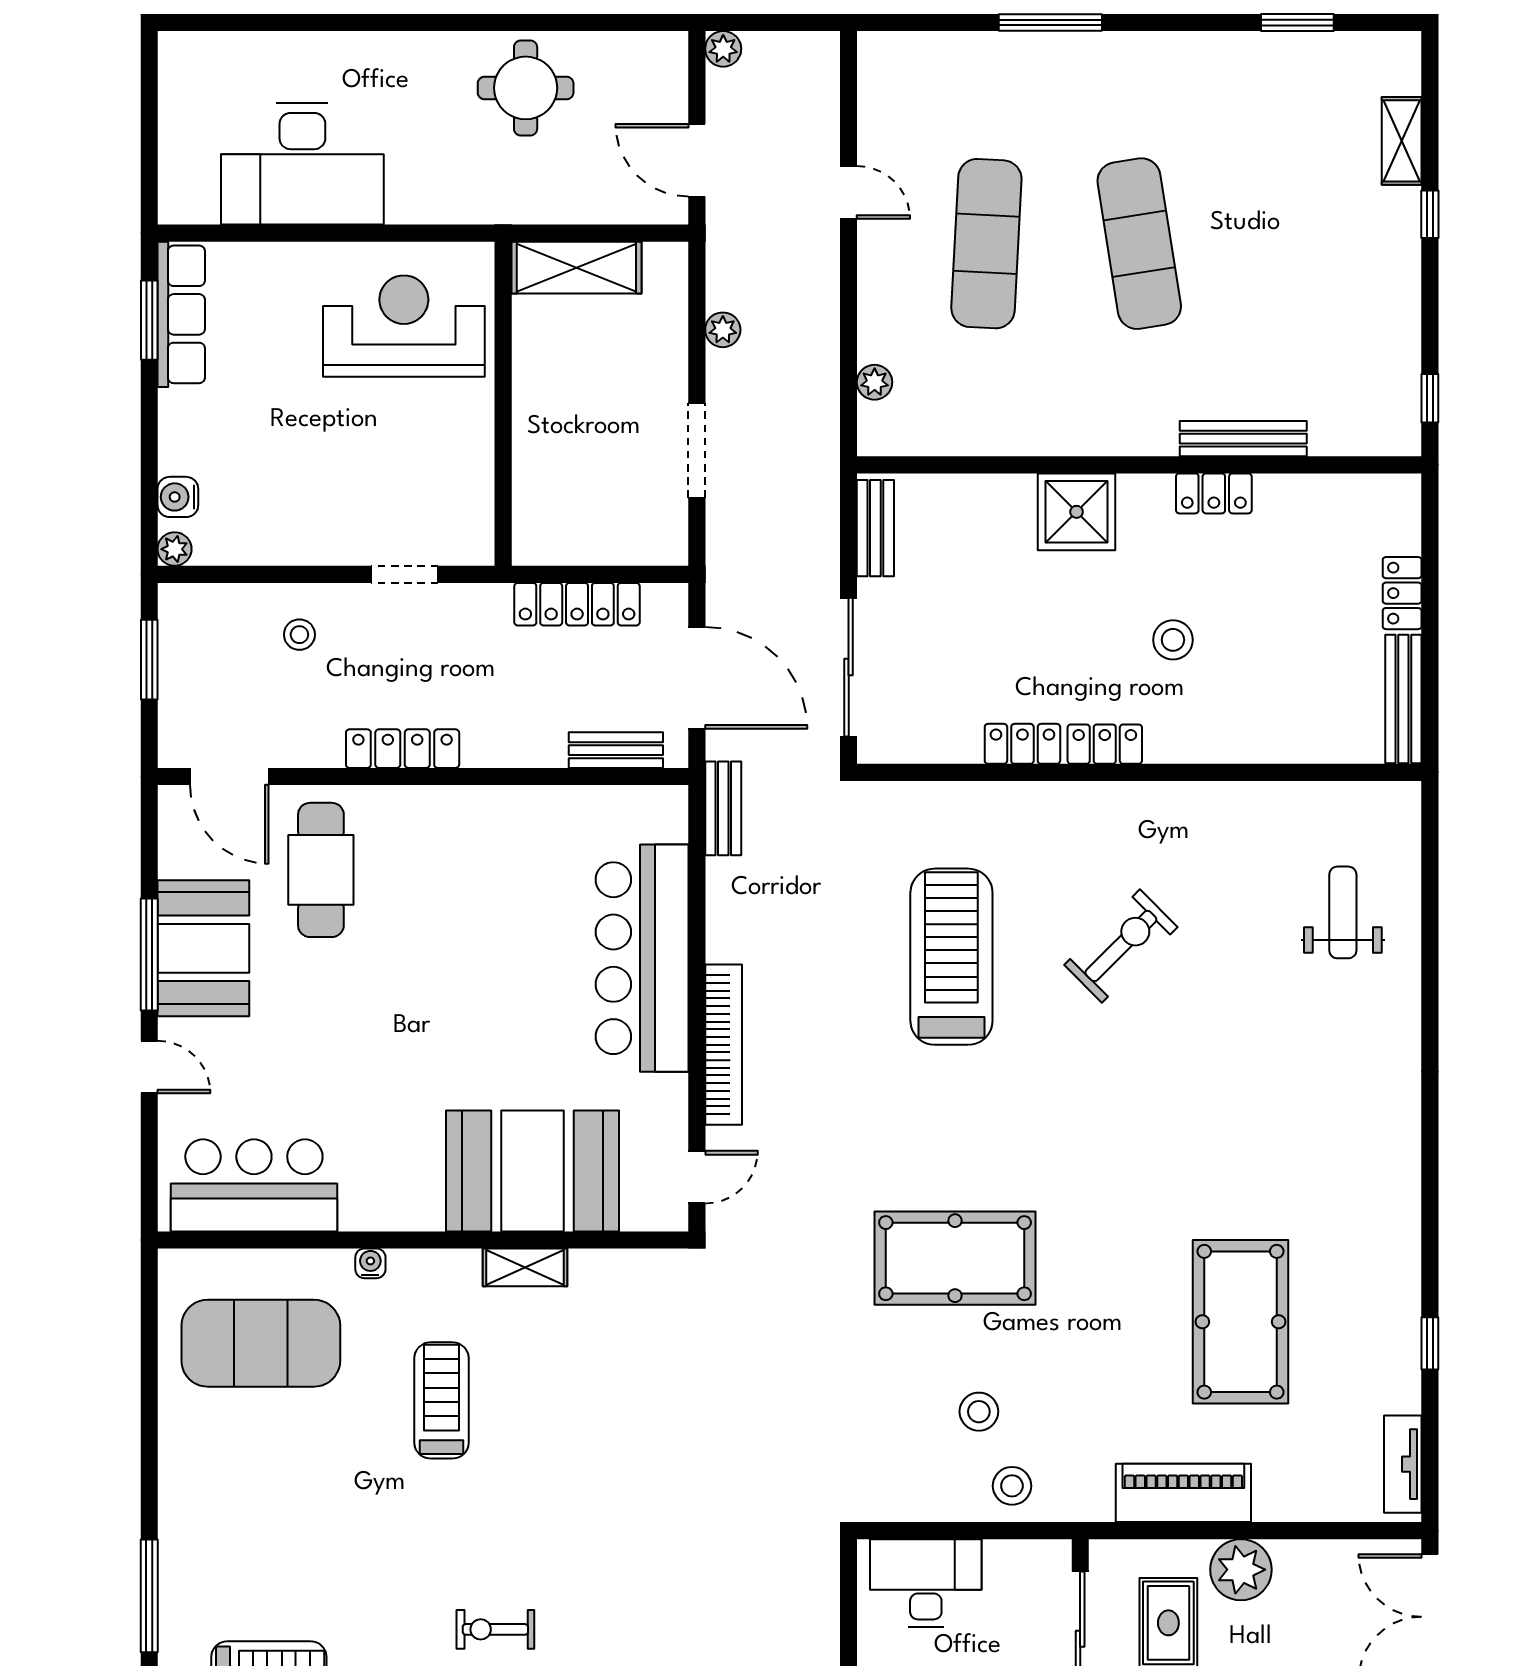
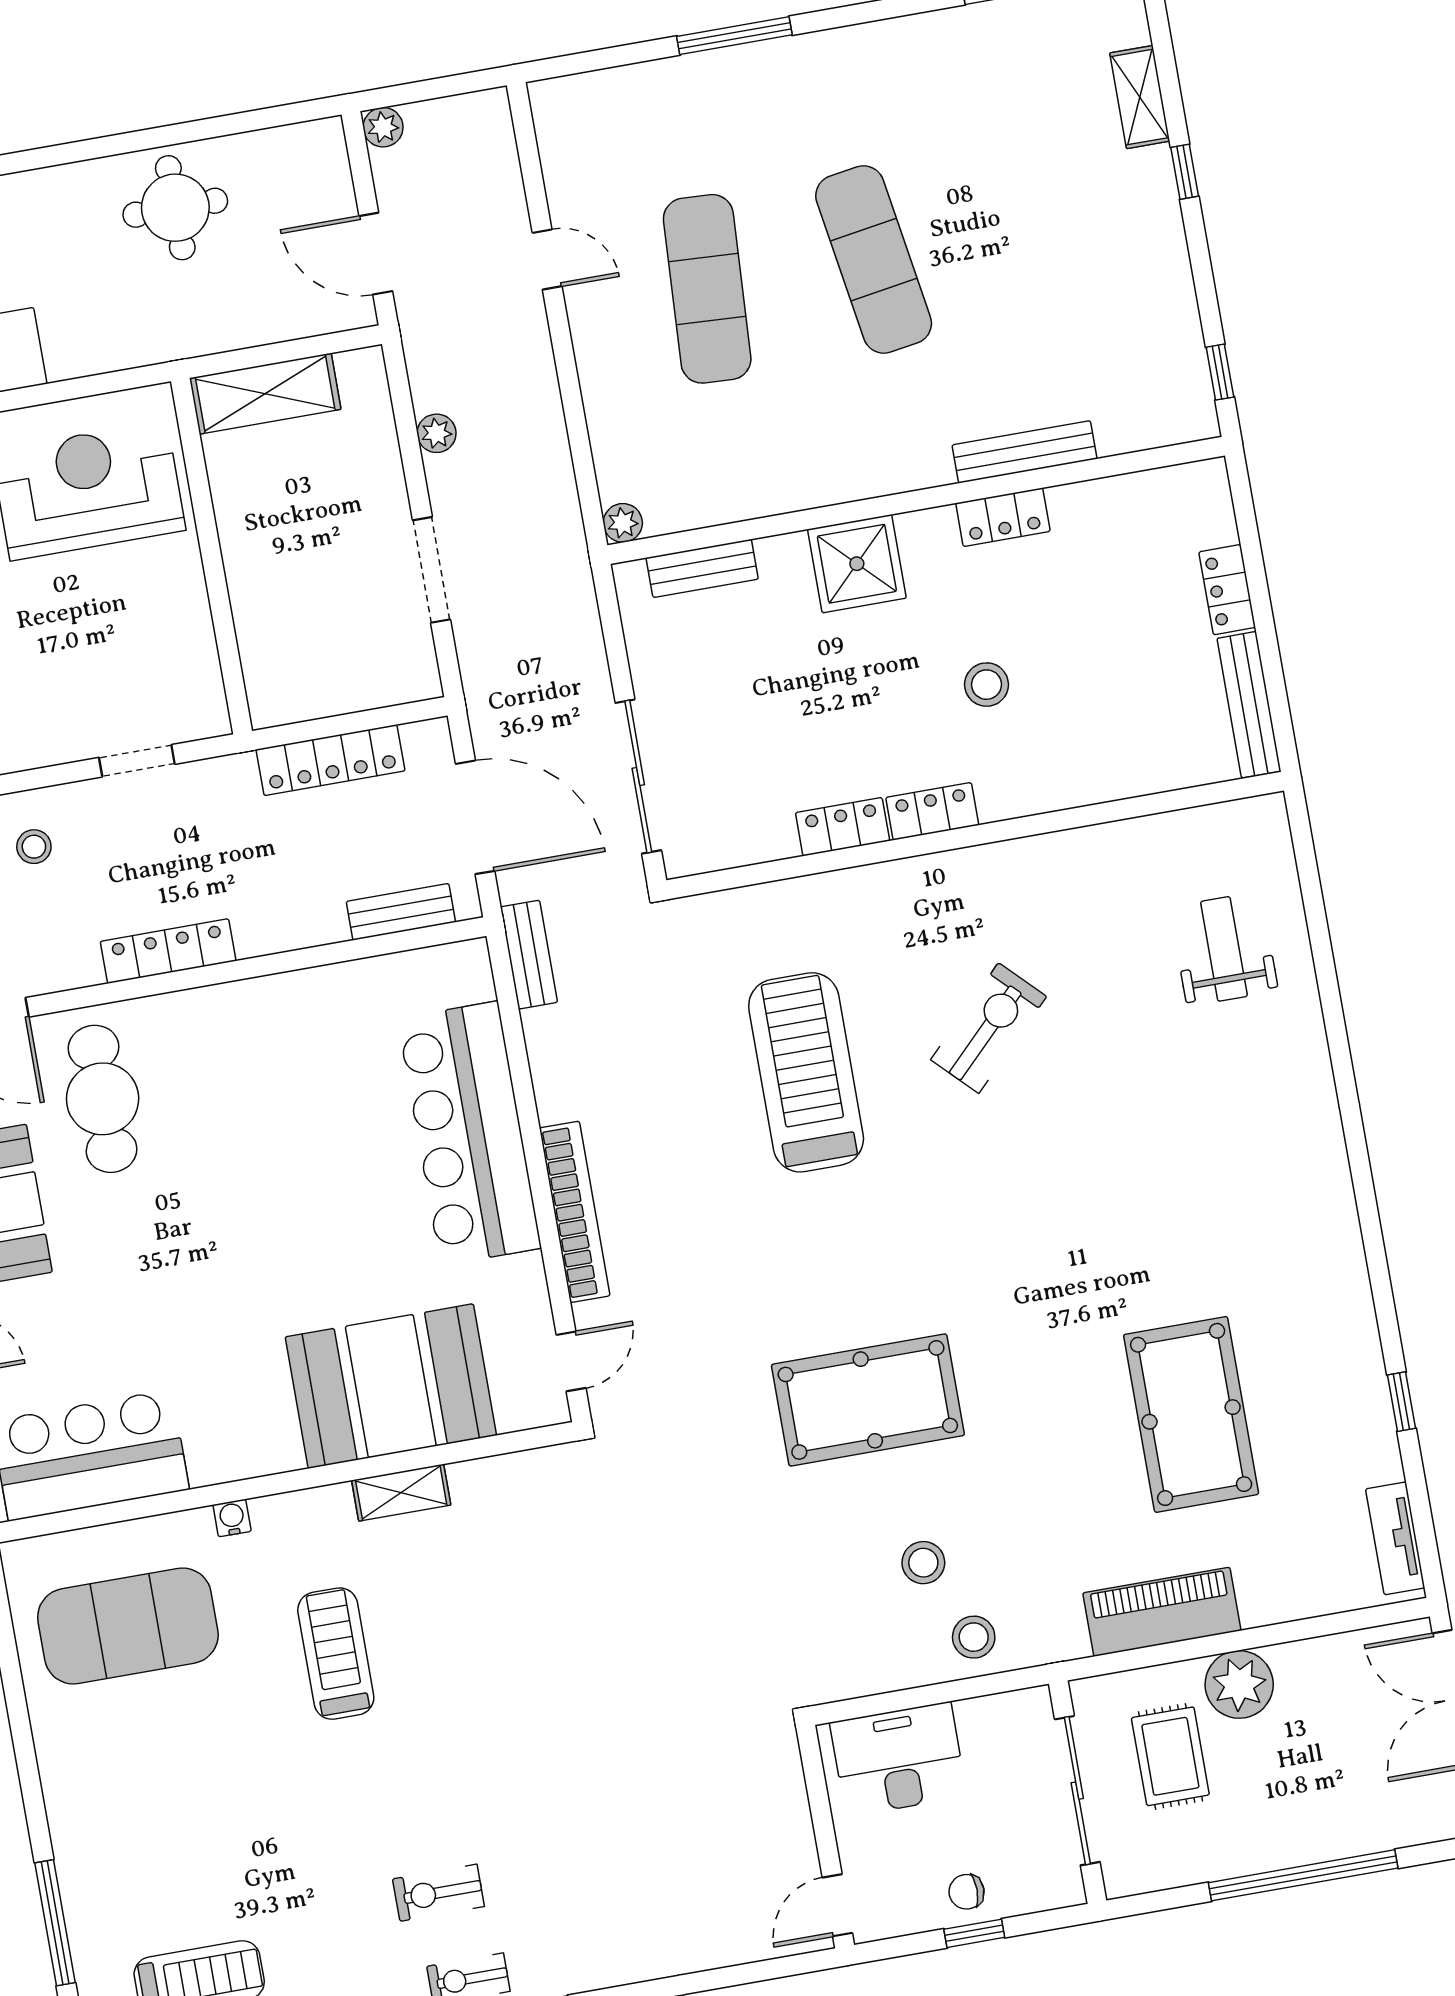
plant: (875, 382) -> (623, 523), moved
bench: (875, 528) -> (702, 568), moved, turned 90

